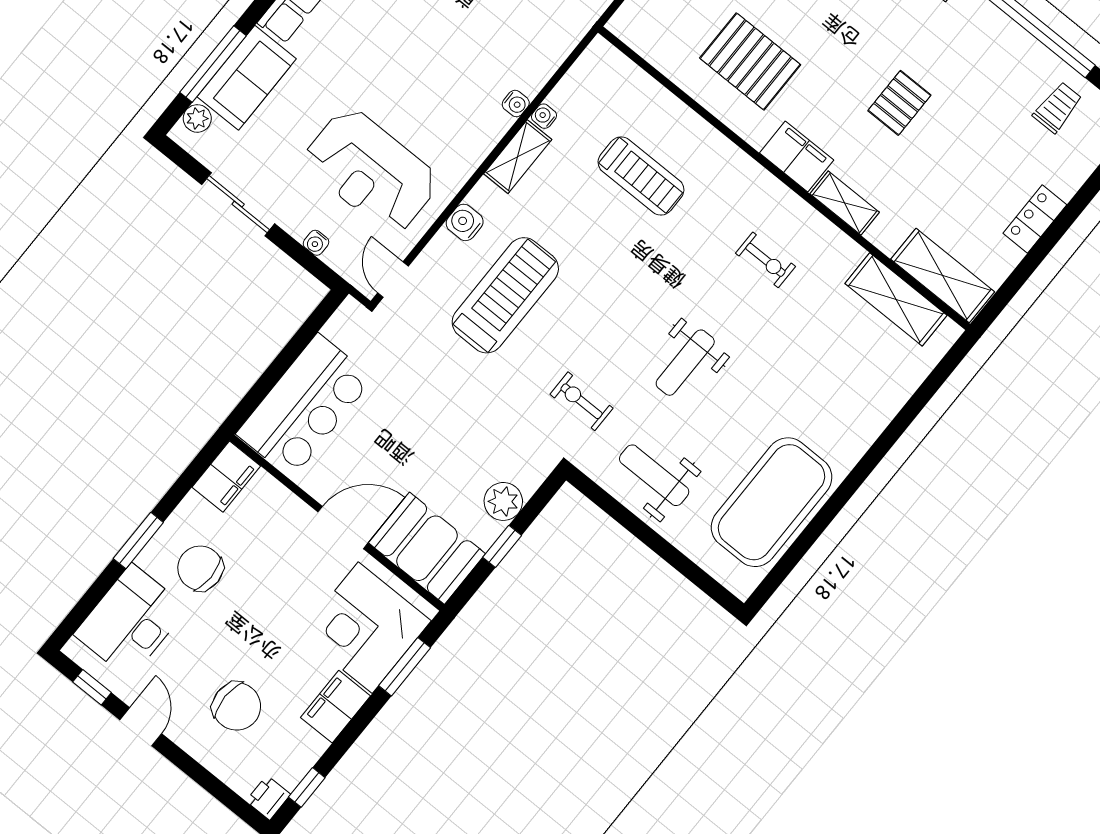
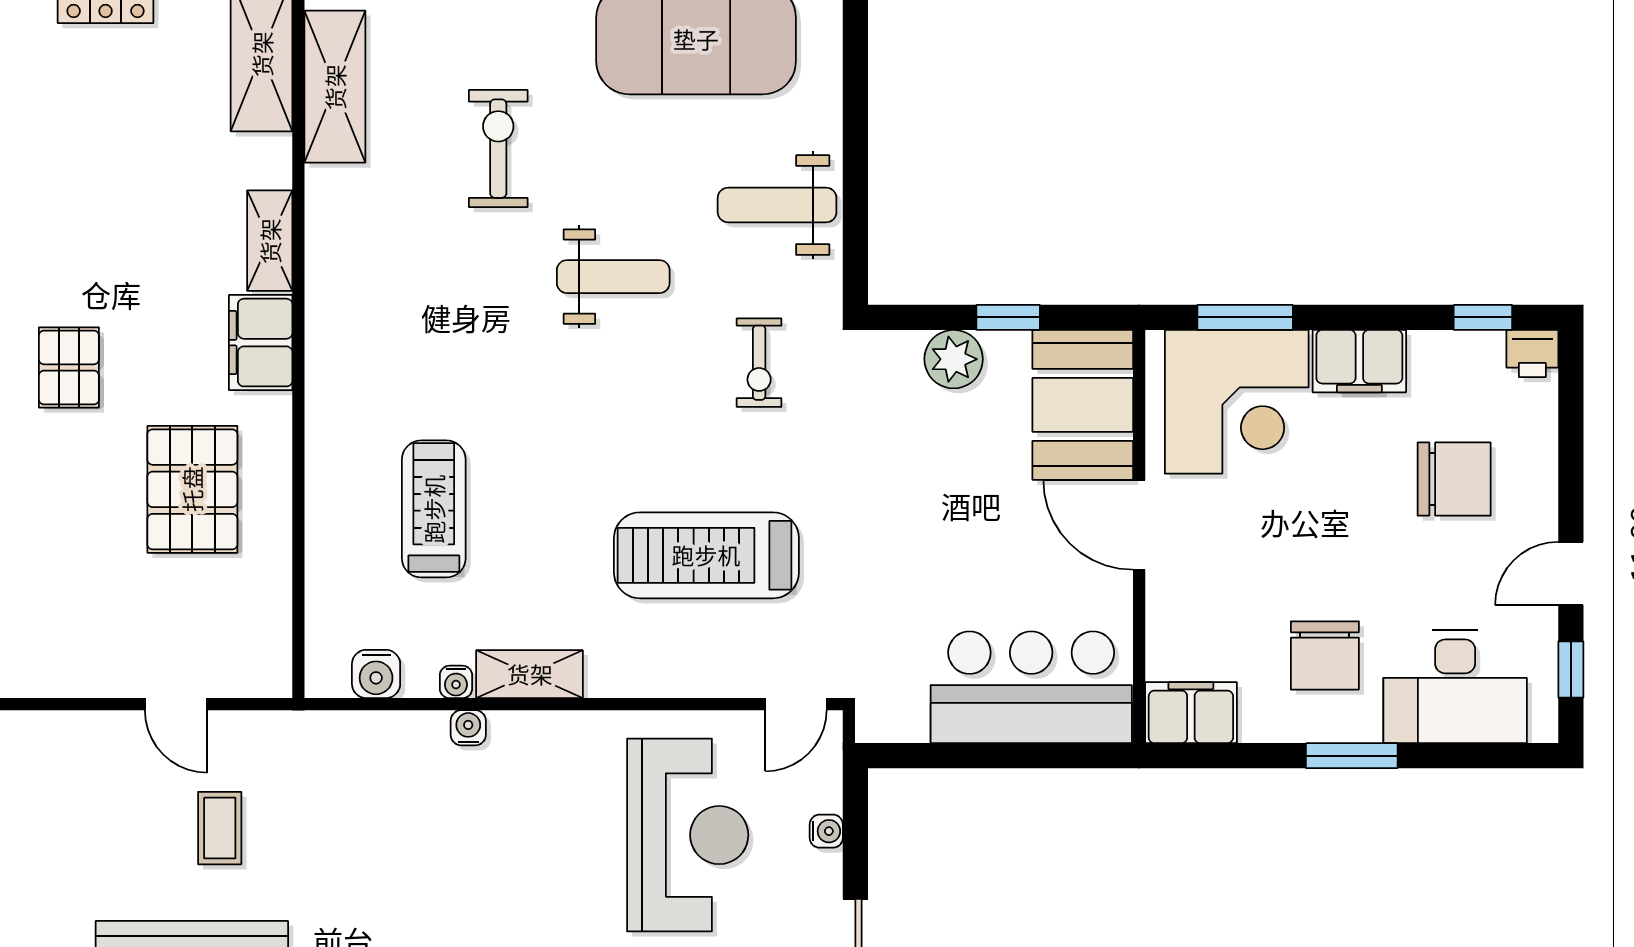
pallet: (899, 103) -> (69, 367), moved, turned 90
water cooler: (465, 222) -> (376, 674), moved
exercise bike: (765, 260) -> (498, 149), moved, width x1.38, depth x1.39
weight bench: (654, 475) -> (777, 205), turned 90
chair: (237, 706) -> (1454, 479), turned 90

